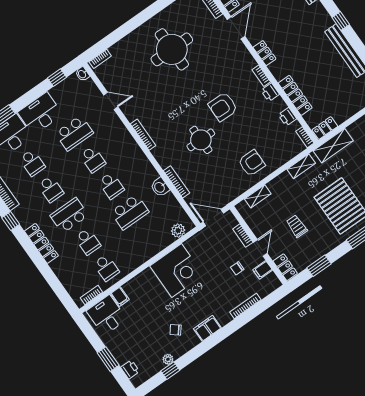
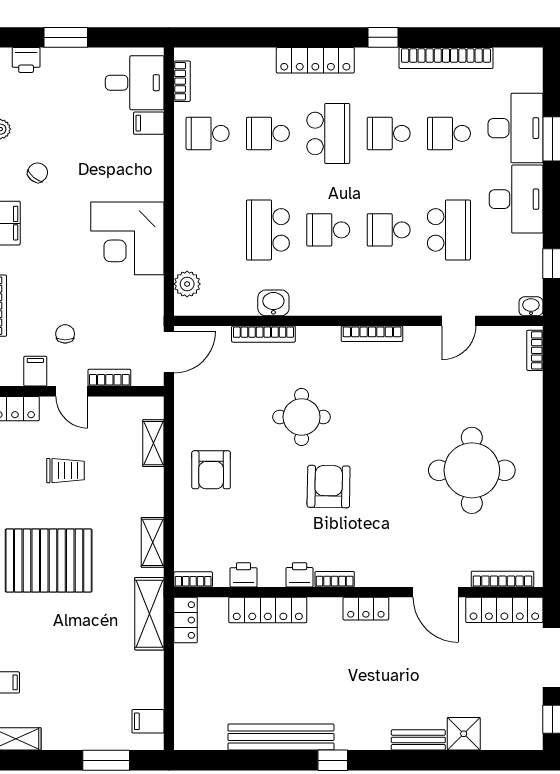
school desk: (74, 133) -> (449, 230), turned 180

